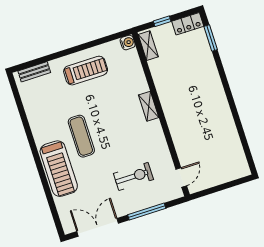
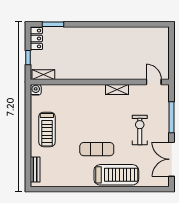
treadmill: (86, 71) -> (47, 129), turned 180
shelving: (149, 106) -> (117, 89), moved
exercise bike: (133, 176) -> (140, 130), moved

